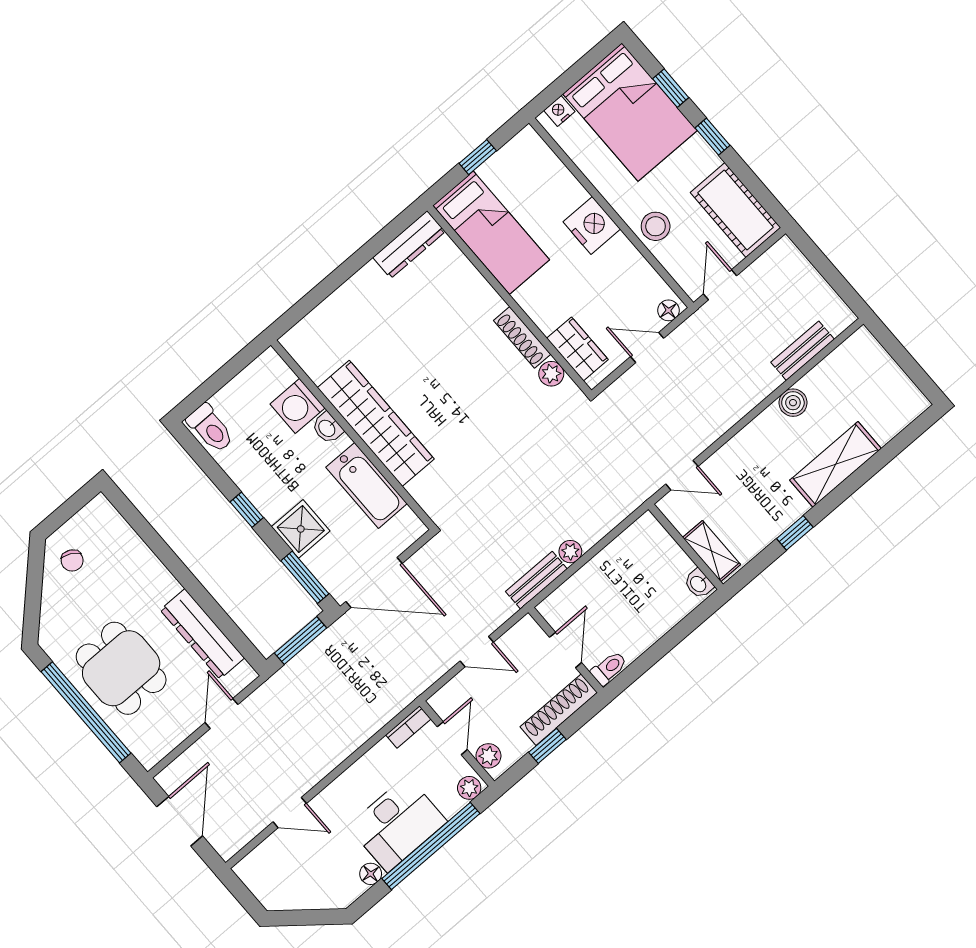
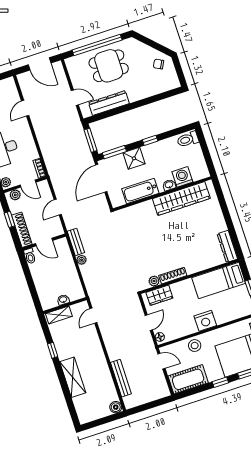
bench: (803, 351) -> (121, 378), width x1.36
boiler: (793, 403) -> (116, 407), moved
wardrobe: (376, 423) -> (181, 199), moved
washbasin: (699, 584) -> (63, 300), moved

